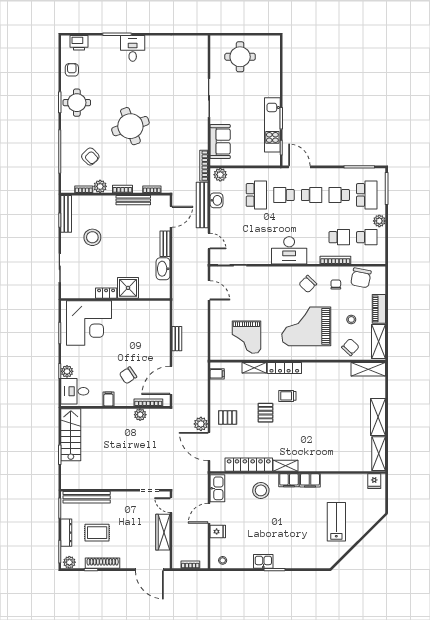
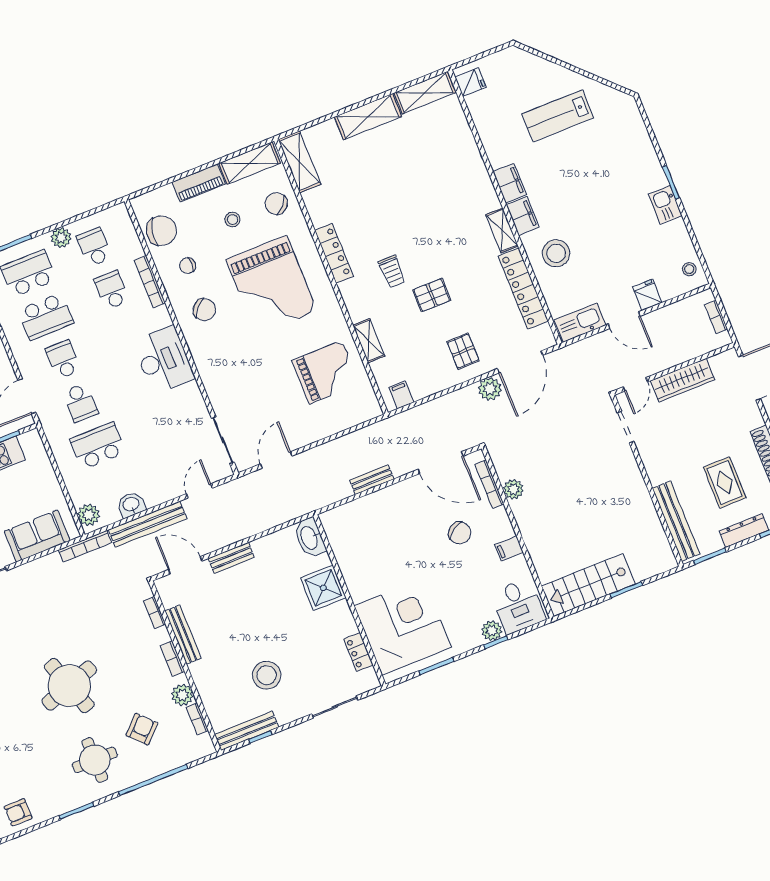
round table: (77, 103) -> (95, 760), moved
school desk: (339, 195) -> (46, 317), width x1.85
washbasin: (163, 269) -> (310, 538), moved, turned 90
locker: (106, 293) -> (358, 652), moved
locker: (284, 368) -> (334, 253), moved

